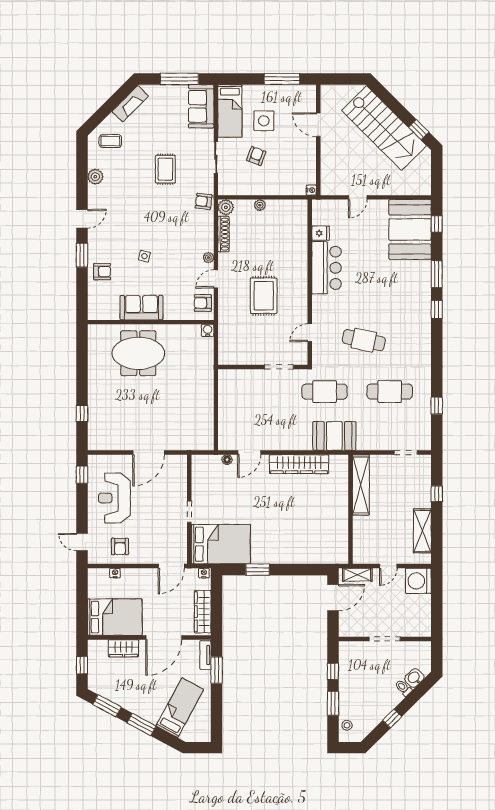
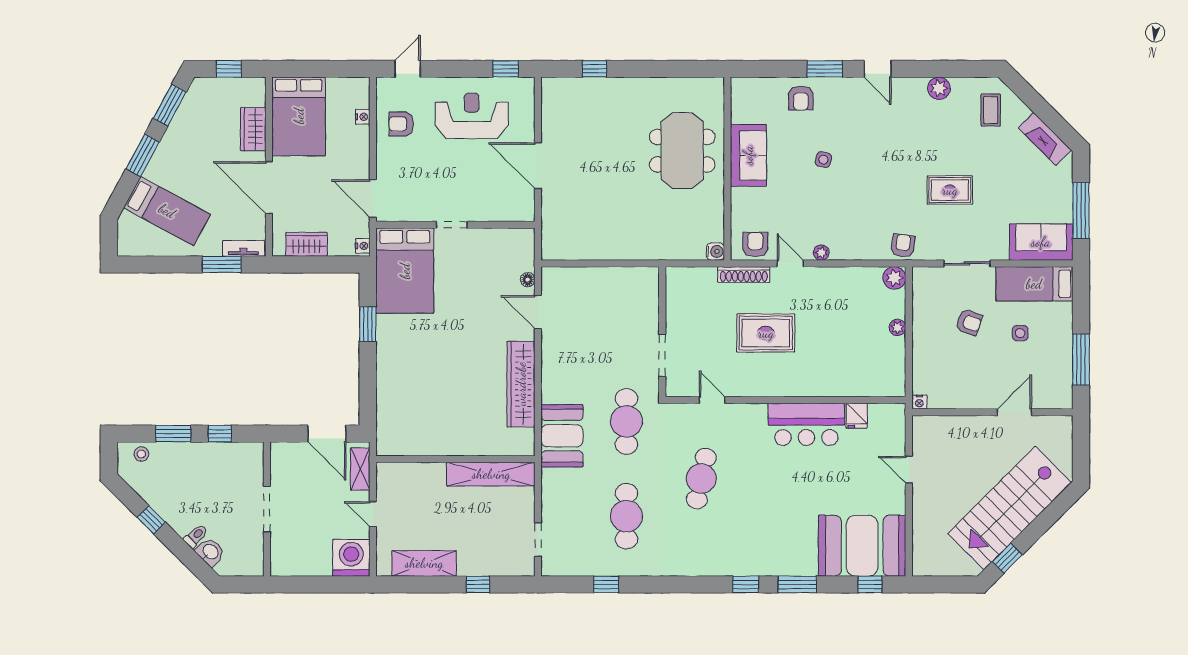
side table: (264, 121) -> (1020, 333), width x0.54, depth x0.54
shoe rack: (223, 234) -> (744, 275), moved
wardrobe: (203, 612) -> (307, 244), width x0.67

